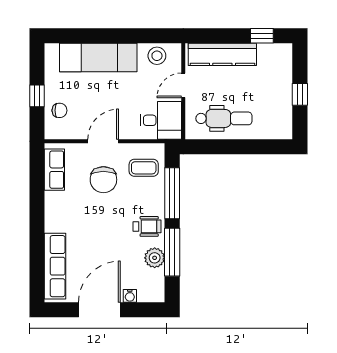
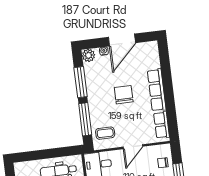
chair: (103, 180) -> (124, 95), moved
wheelchair: (147, 226) -> (98, 96), removed
plant: (155, 258) -> (88, 55), moved
row of seats: (55, 266) -> (157, 90), moved

